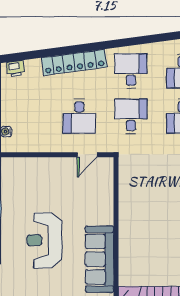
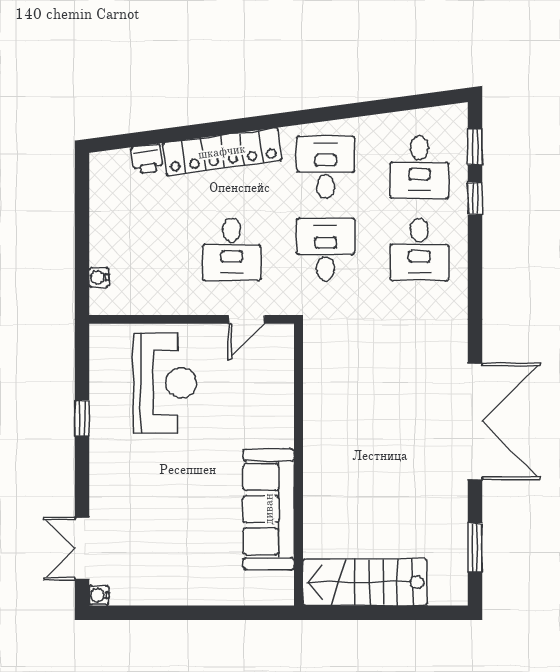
printer: (16, 69) -> (147, 159), moved
reception desk: (44, 240) -> (165, 383), moved, turned 180

